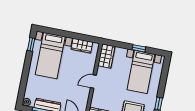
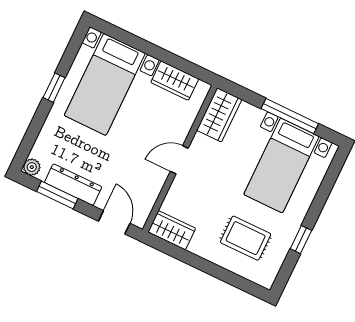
window: (31, 44) -> (54, 88), moved
window: (139, 48) -> (290, 116), width x2.17

